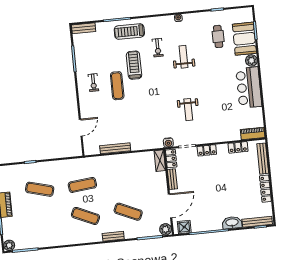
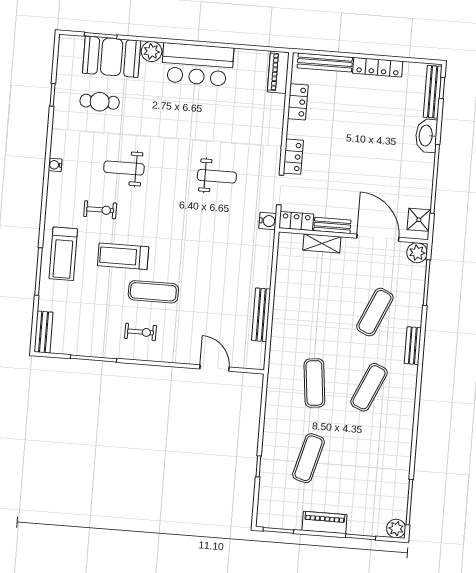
shelving: (160, 161) -> (322, 243), moved

